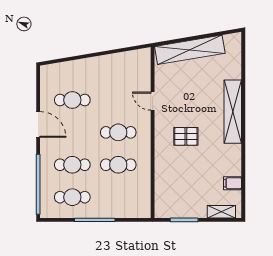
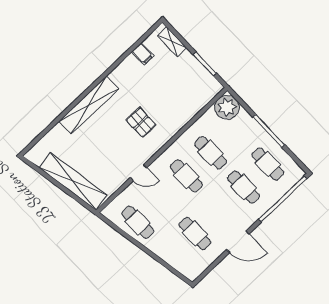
cafe table: (118, 68) -> (138, 222), added
door: (153, 101) -> (138, 173), hinge flipped
door: (38, 124) -> (238, 242), swing flipped
plant: (139, 206) -> (227, 107), added

